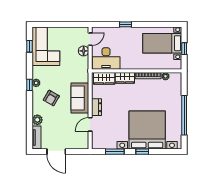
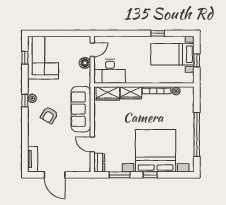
window: (126, 24) -> (158, 33), moved
sofa: (80, 98) -> (81, 109), width x1.36
dresser: (96, 107) -> (99, 163), moved
plant: (37, 120) -> (34, 139), removed
door: (90, 124) -> (92, 144), hinge flipped

